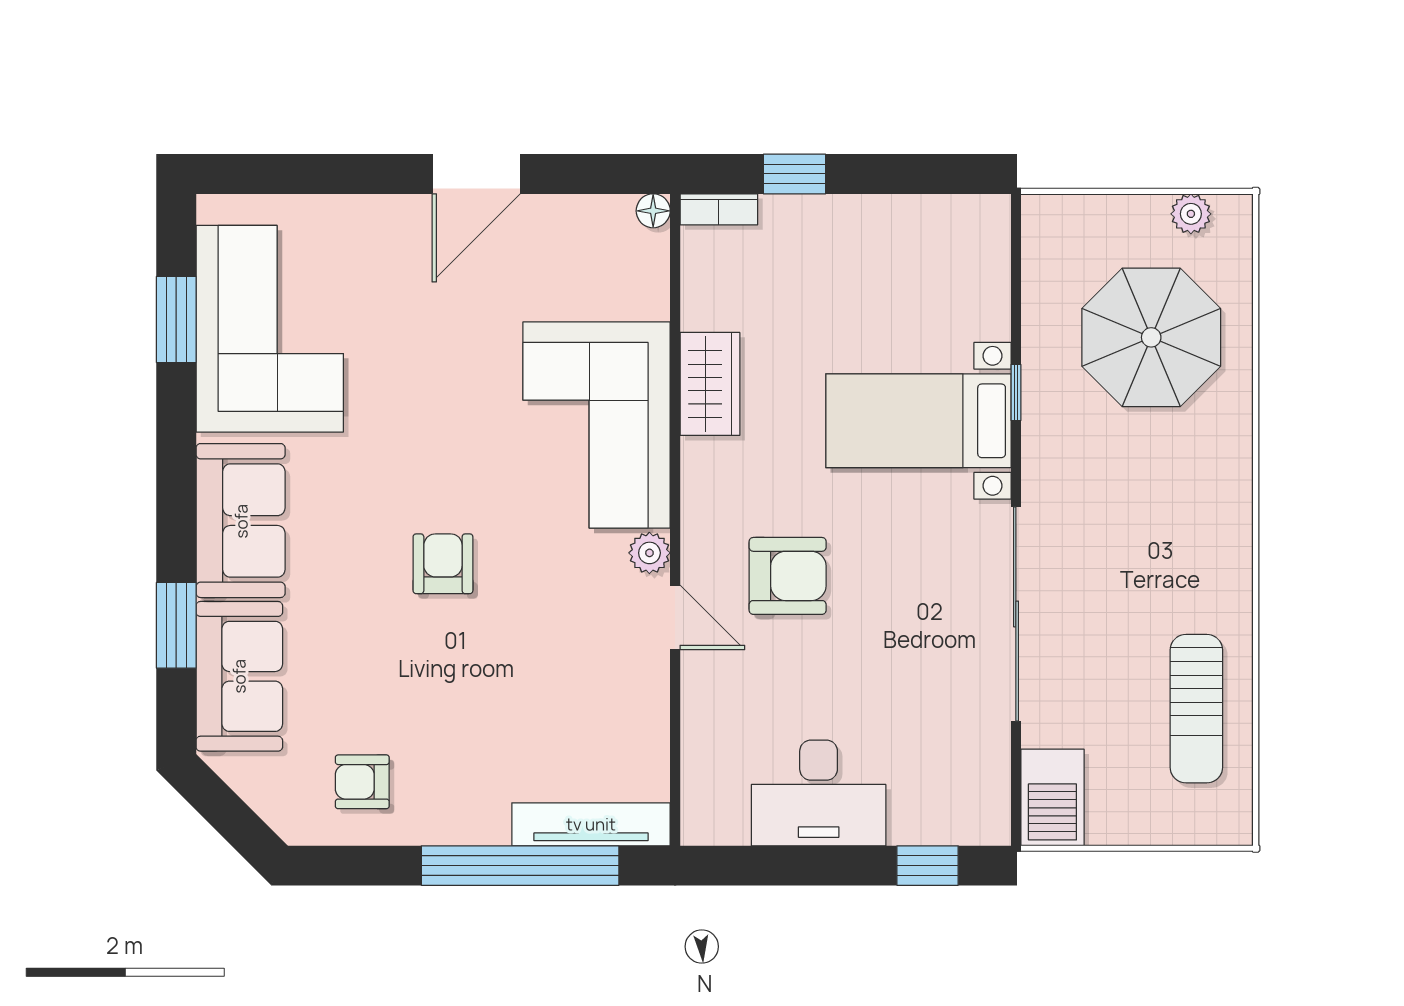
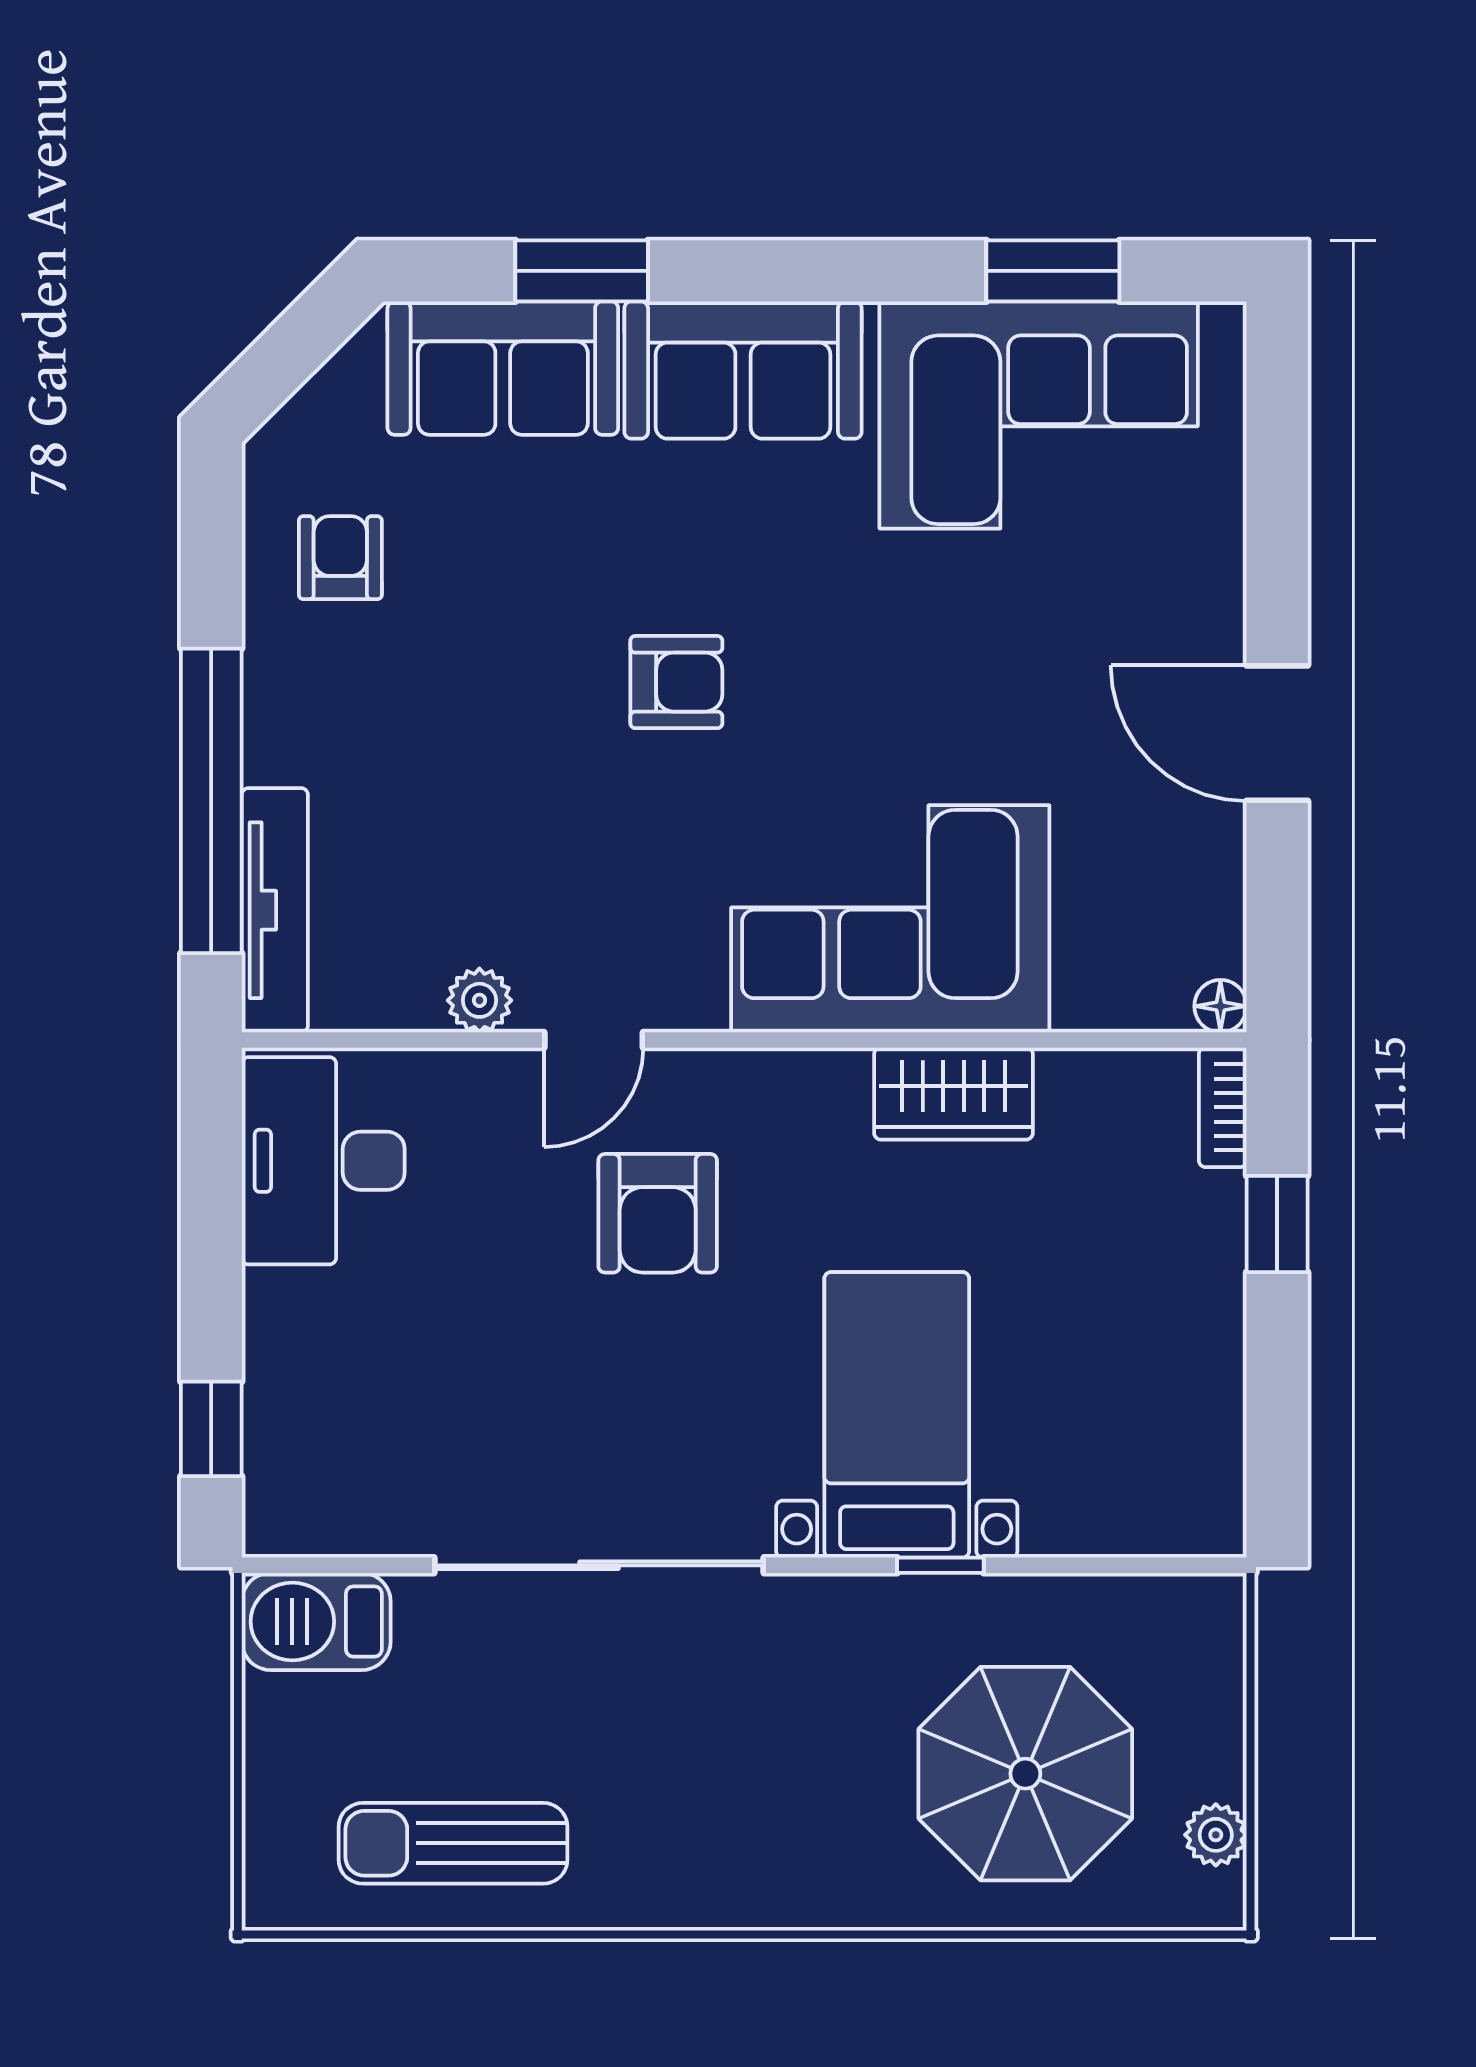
plant: (649, 553) -> (479, 1000), moved
desk: (819, 793) -> (323, 1161), moved

